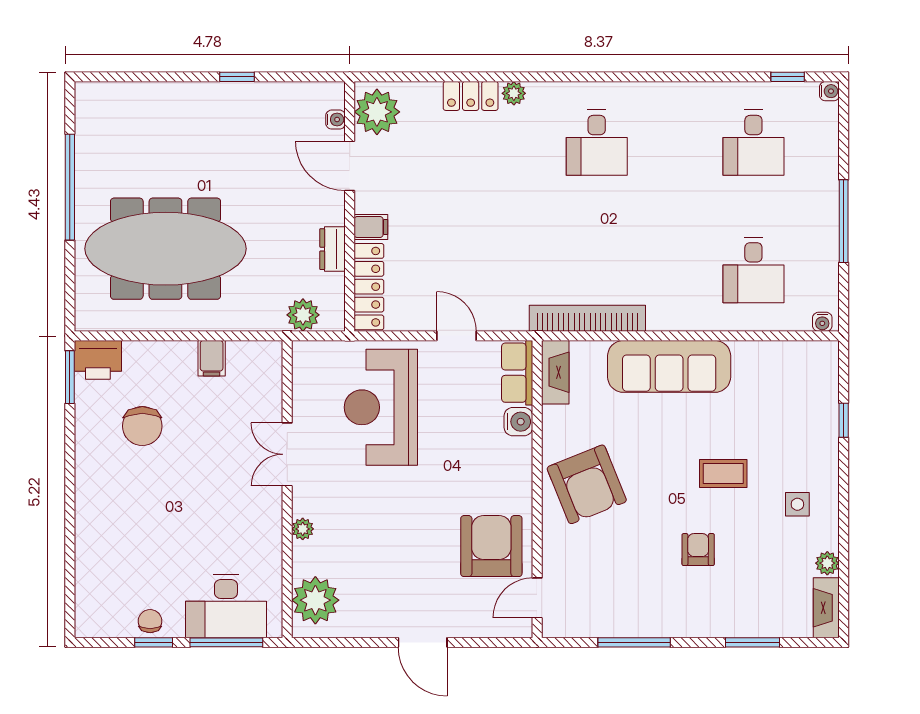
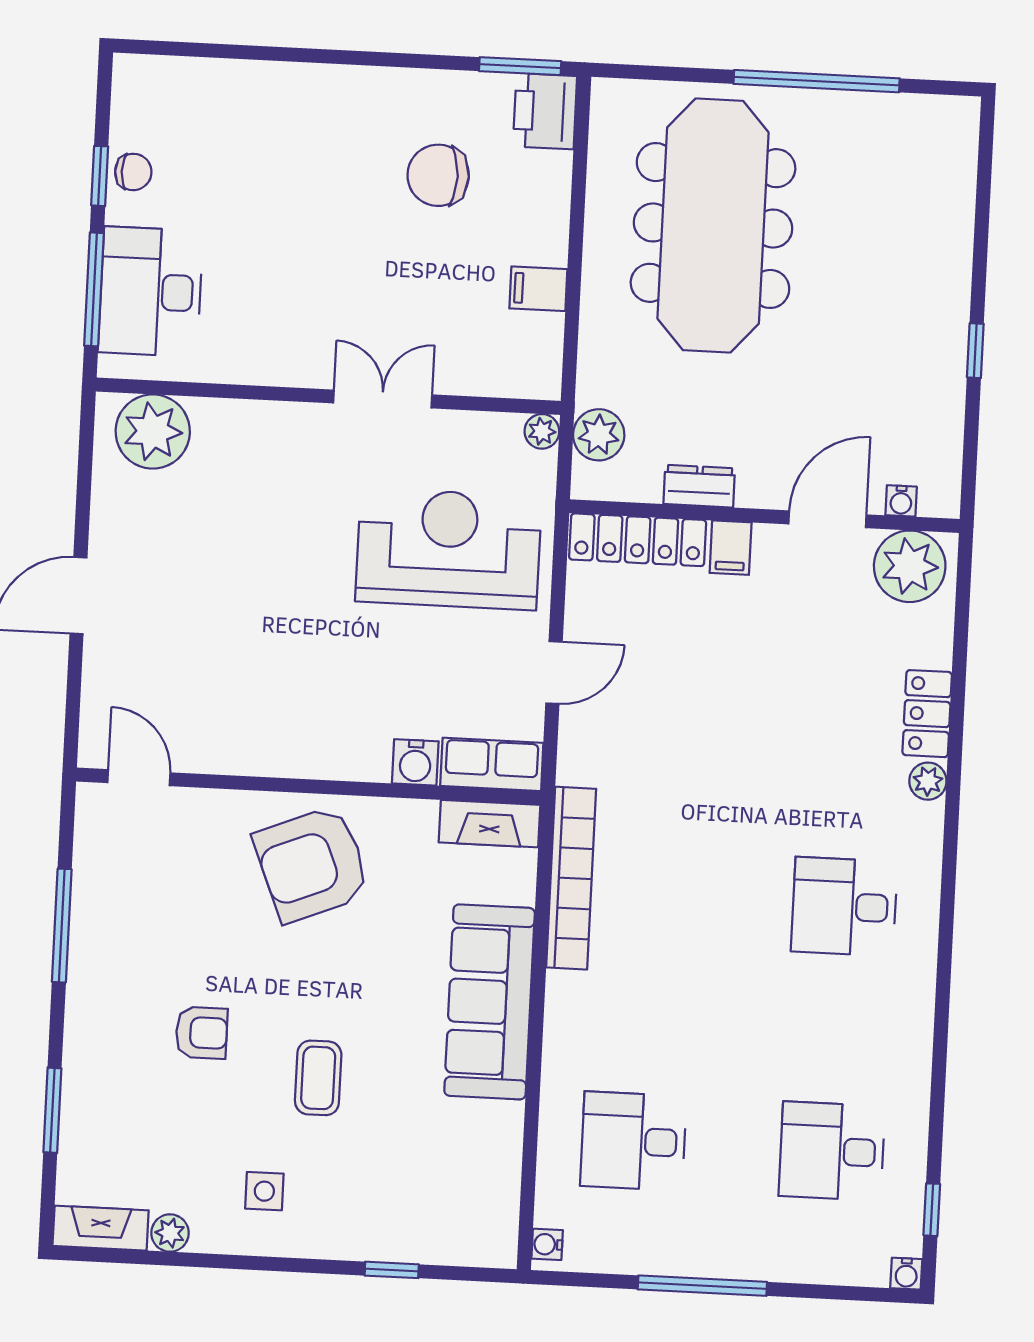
plant: (303, 529) -> (542, 431), moved
armchair: (491, 546) -> (223, 710), removed

